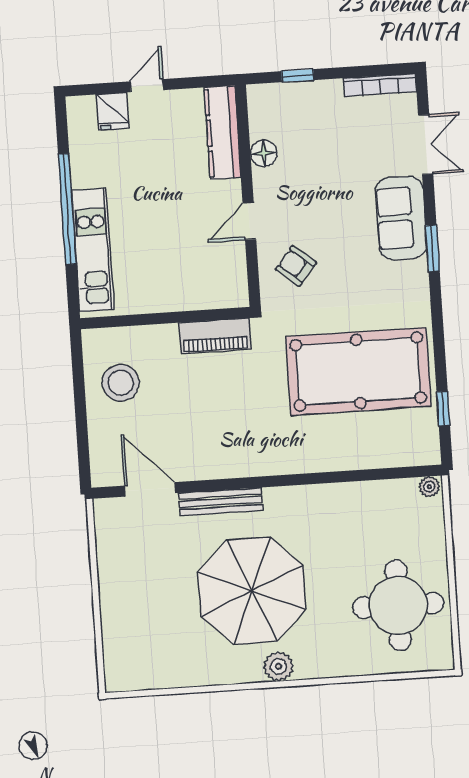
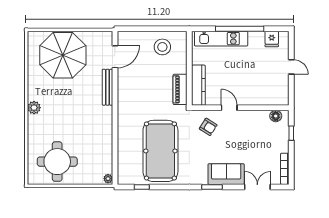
fridge: (113, 111) -> (272, 39), moved, turned -90
kitchen counter: (223, 132) -> (198, 85), moved, turned 90
double door: (426, 145) -> (257, 187), swing flipped
floor lamp: (264, 153) -> (276, 116), moved
armchair: (296, 266) -> (208, 127), turned 83
parasol: (252, 591) -> (63, 55), moved

